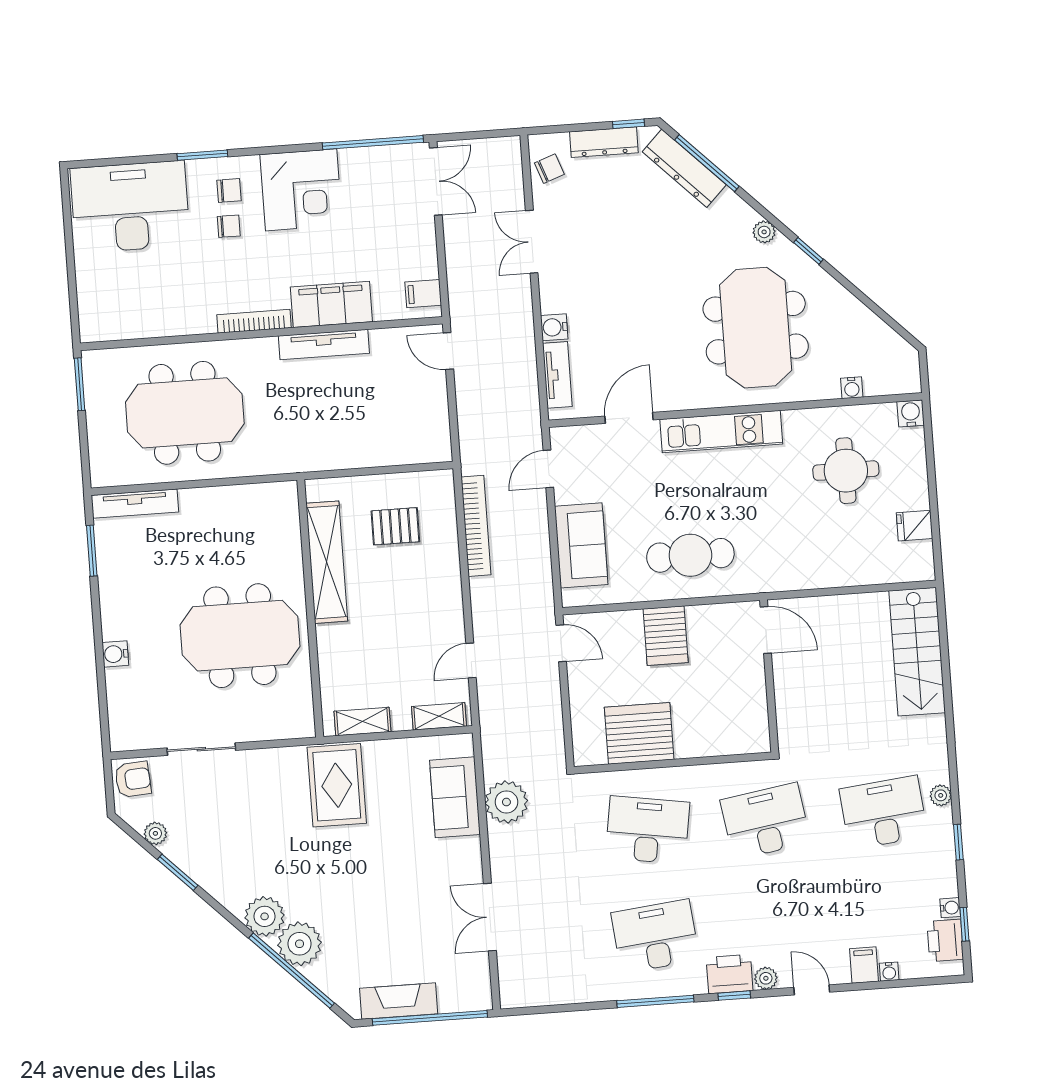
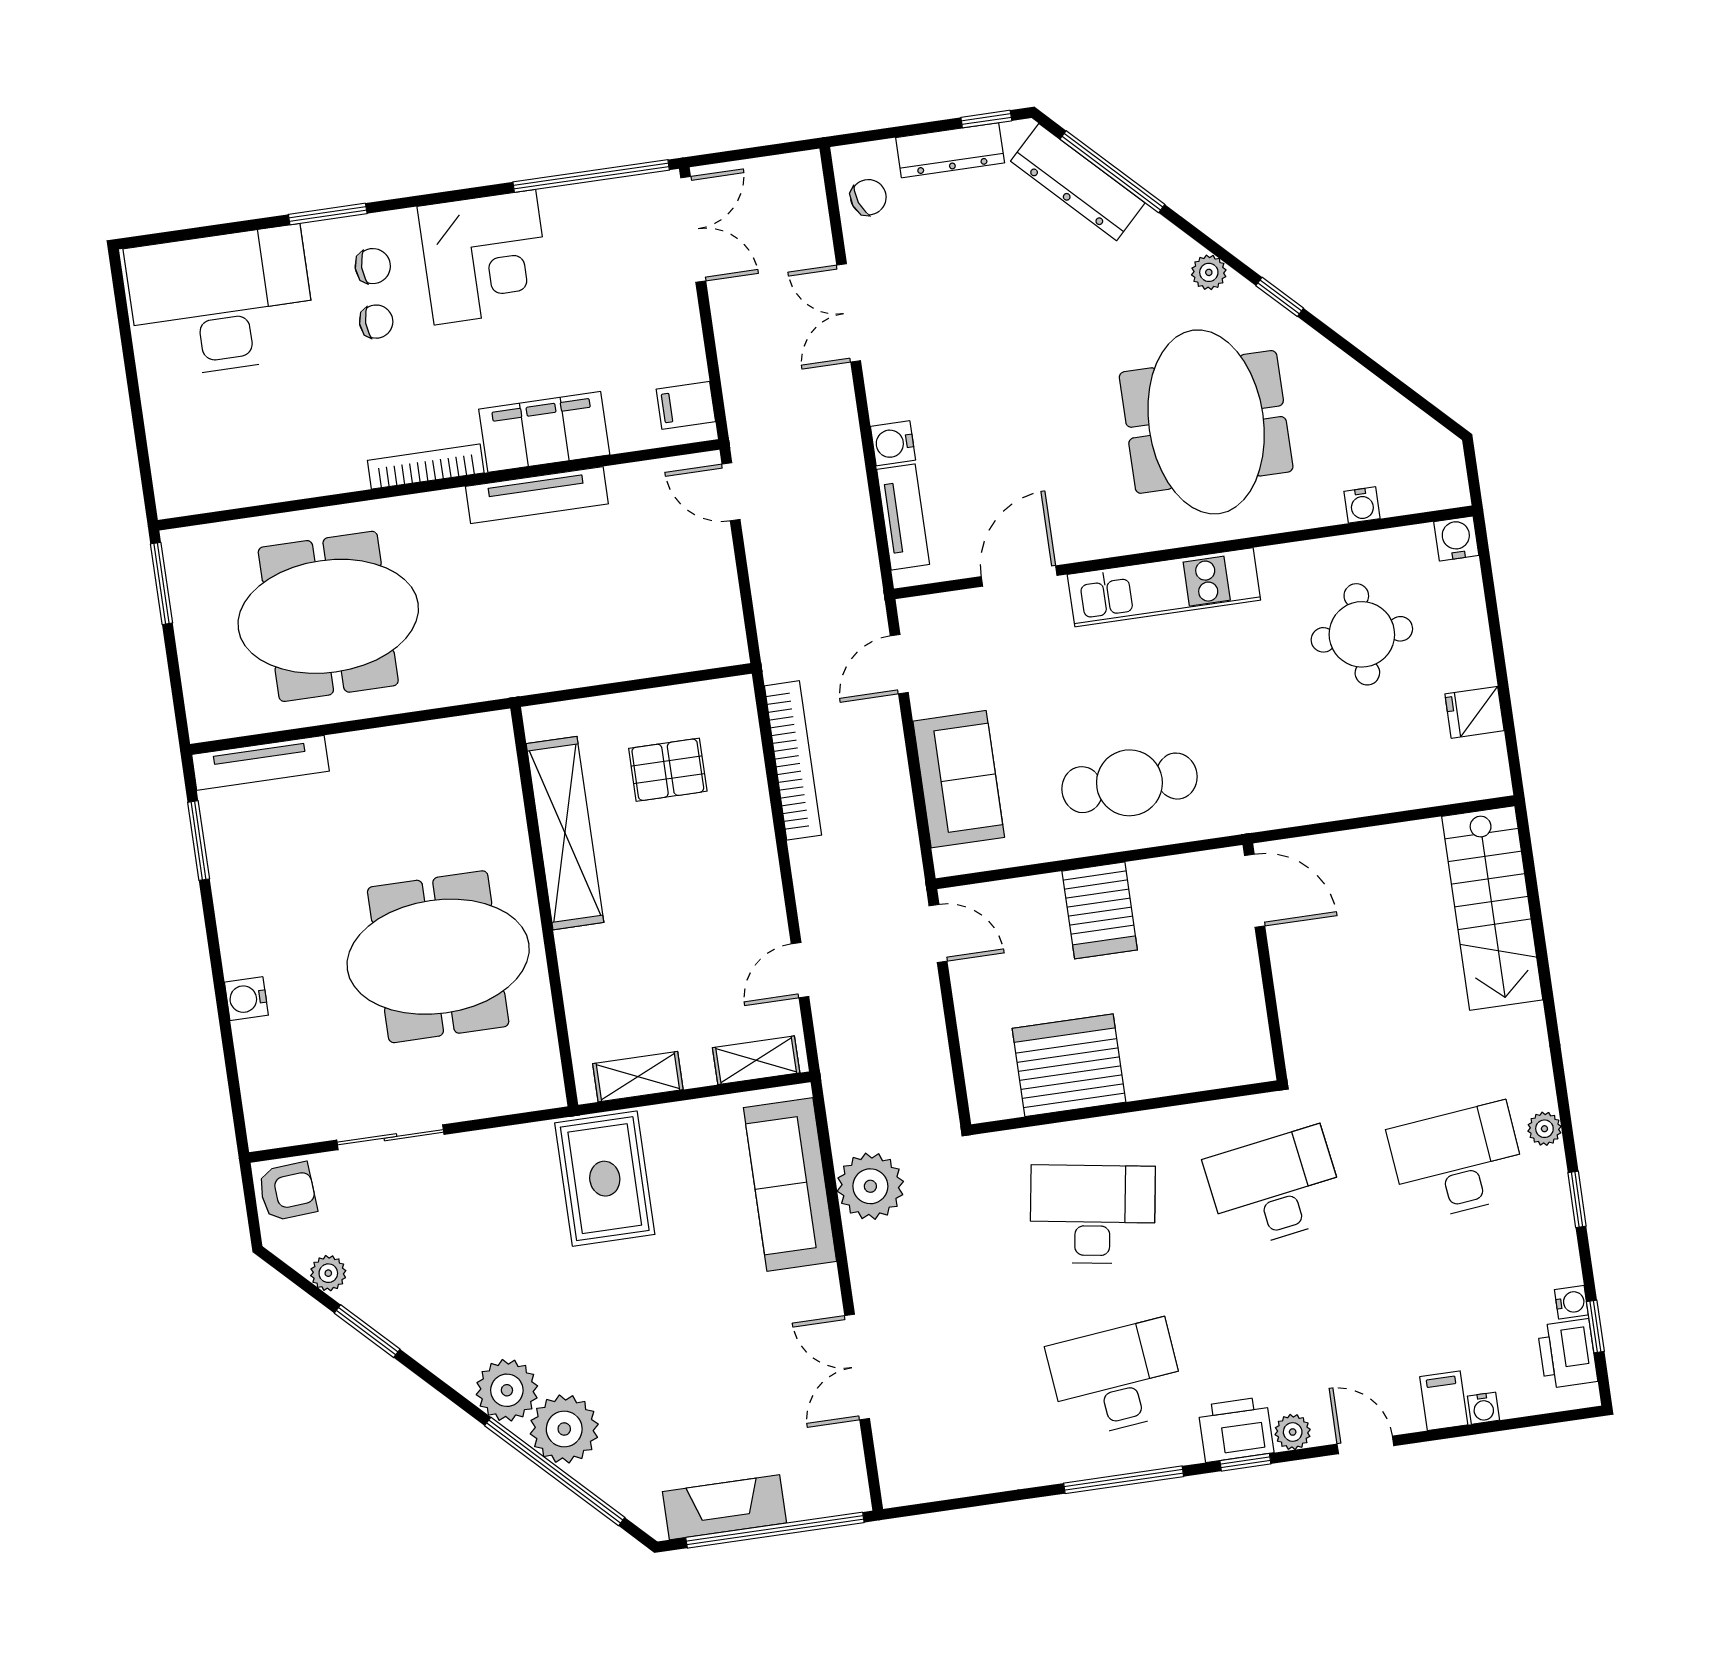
sofa: (455, 797) -> (790, 1184), width x1.36

